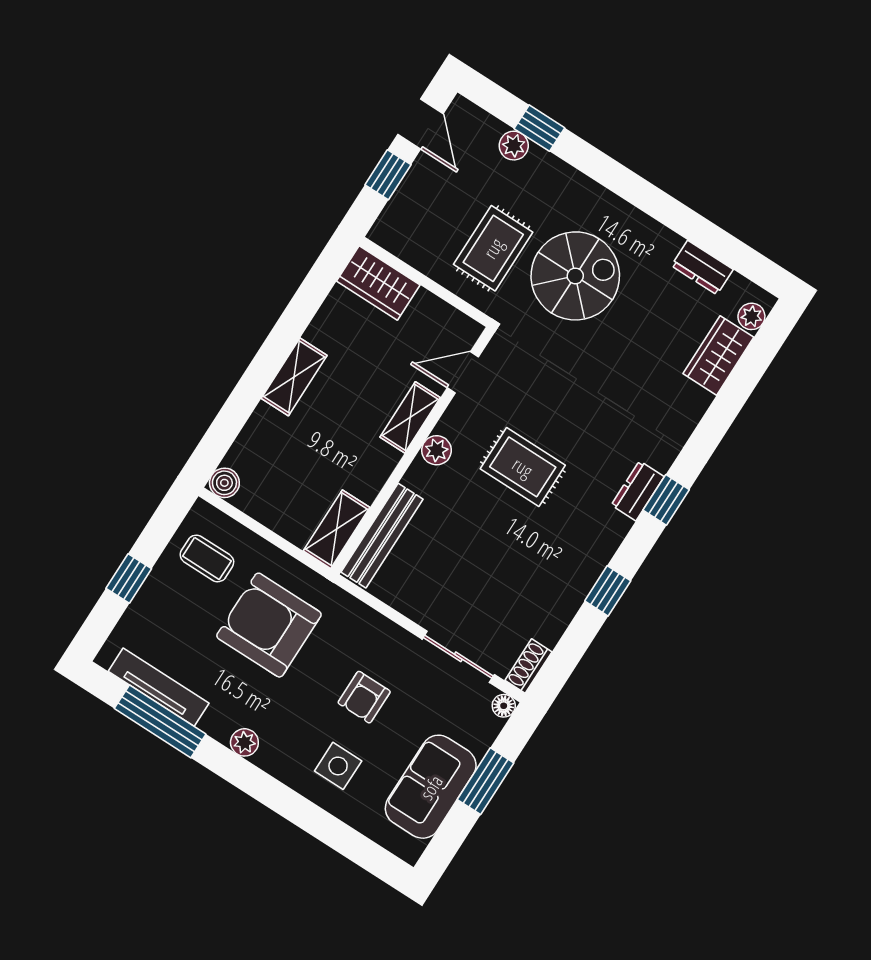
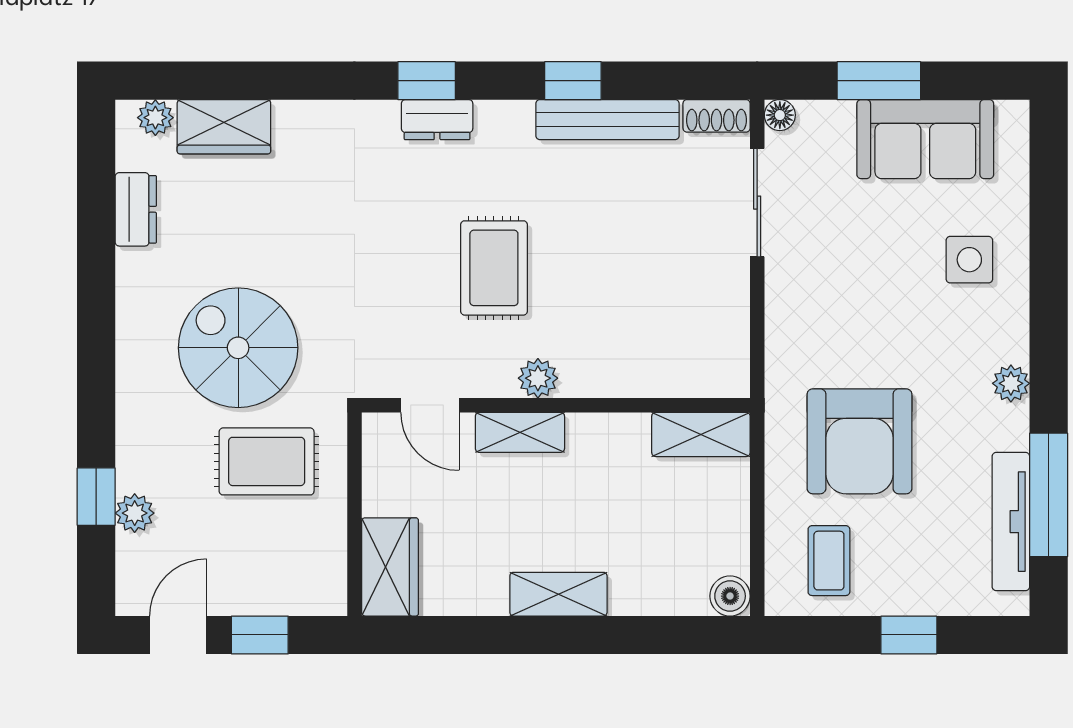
bench: (382, 536) -> (607, 120), moved
armchair: (364, 697) -> (872, 280), removed

